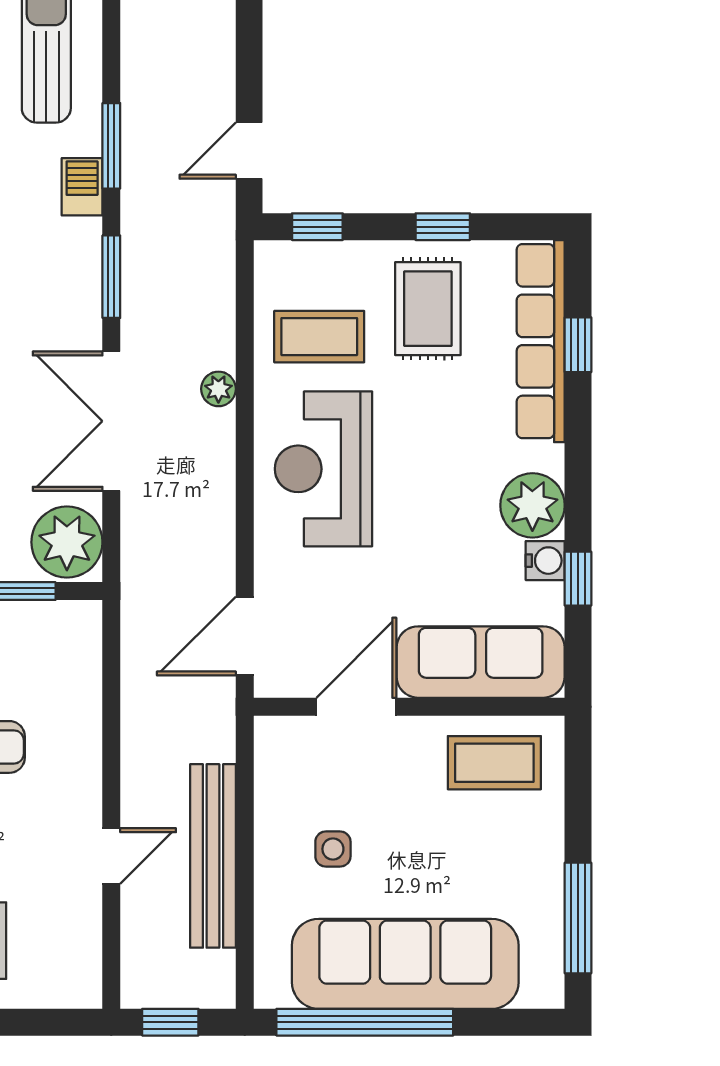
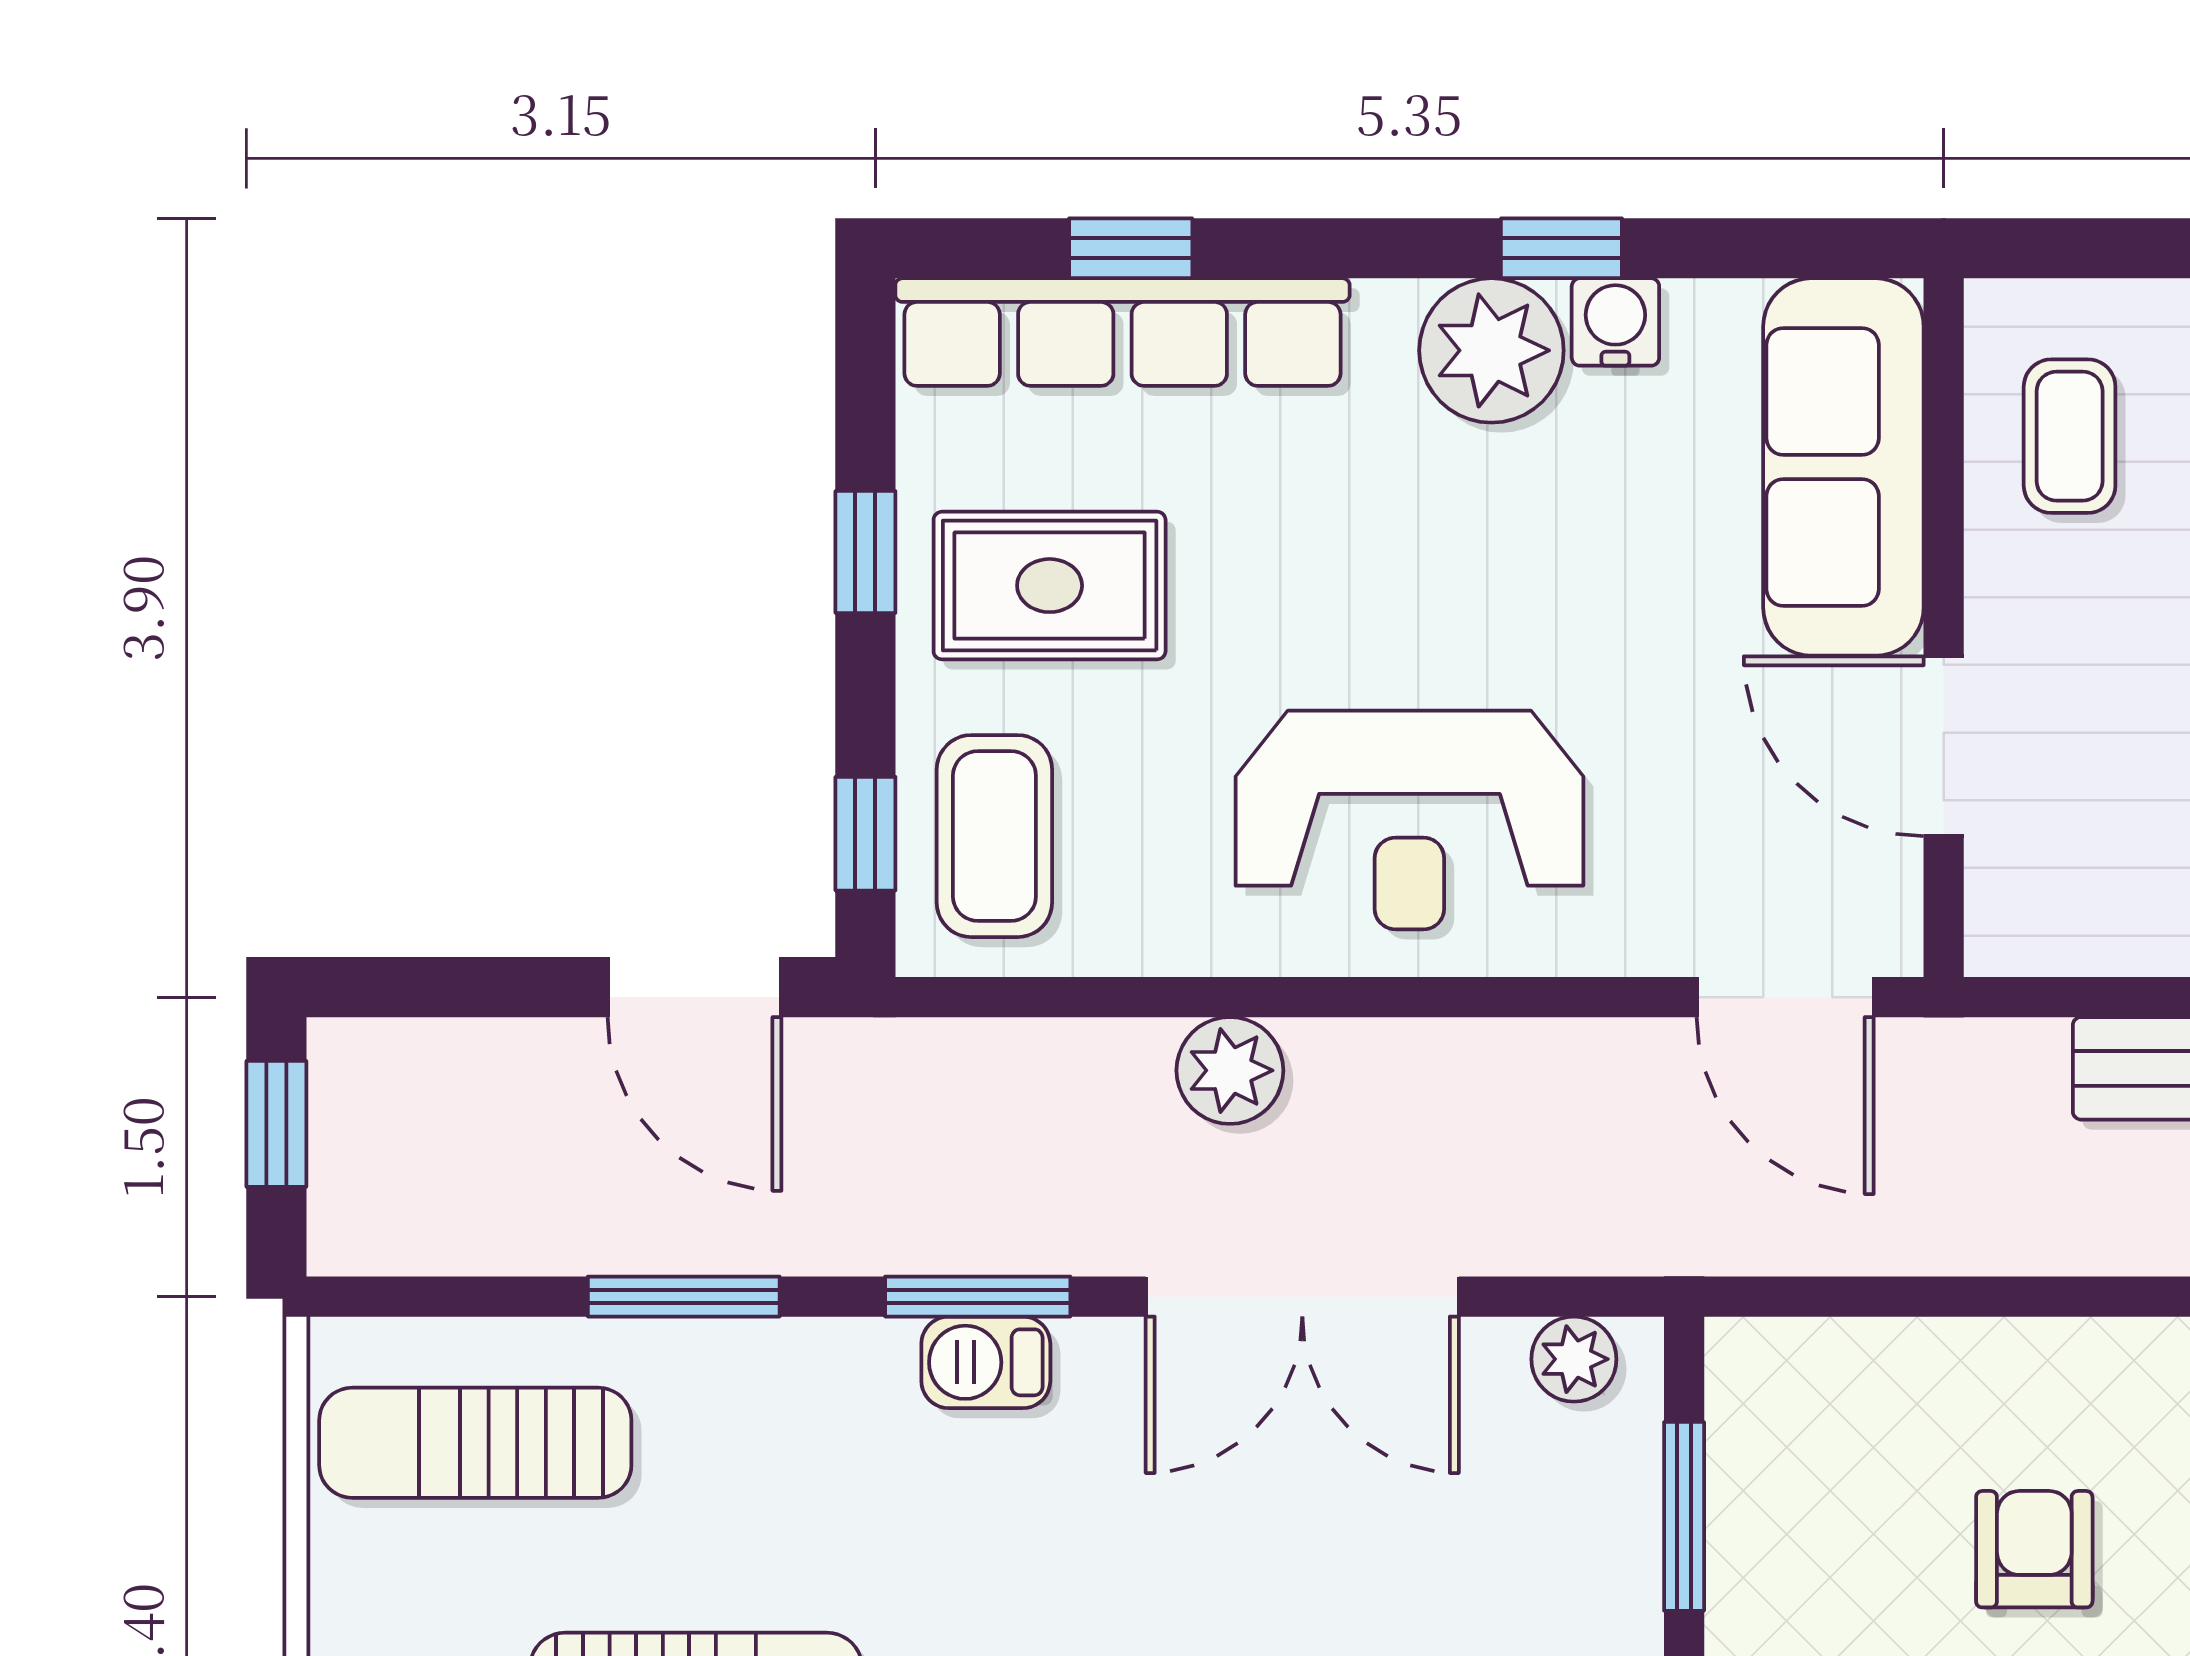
door: (249, 151) -> (695, 987), width x1.38
barbecue: (82, 187) -> (986, 1362), moved
coffee table: (319, 337) -> (994, 836), moved
plant: (218, 389) -> (1230, 1070), width x1.38, depth x1.38
plant: (67, 542) -> (1574, 1359), width x0.53, depth x0.53
window: (578, 579) -> (1561, 248), moved
coffee table: (494, 763) -> (2070, 436), width x0.73, depth x0.77

